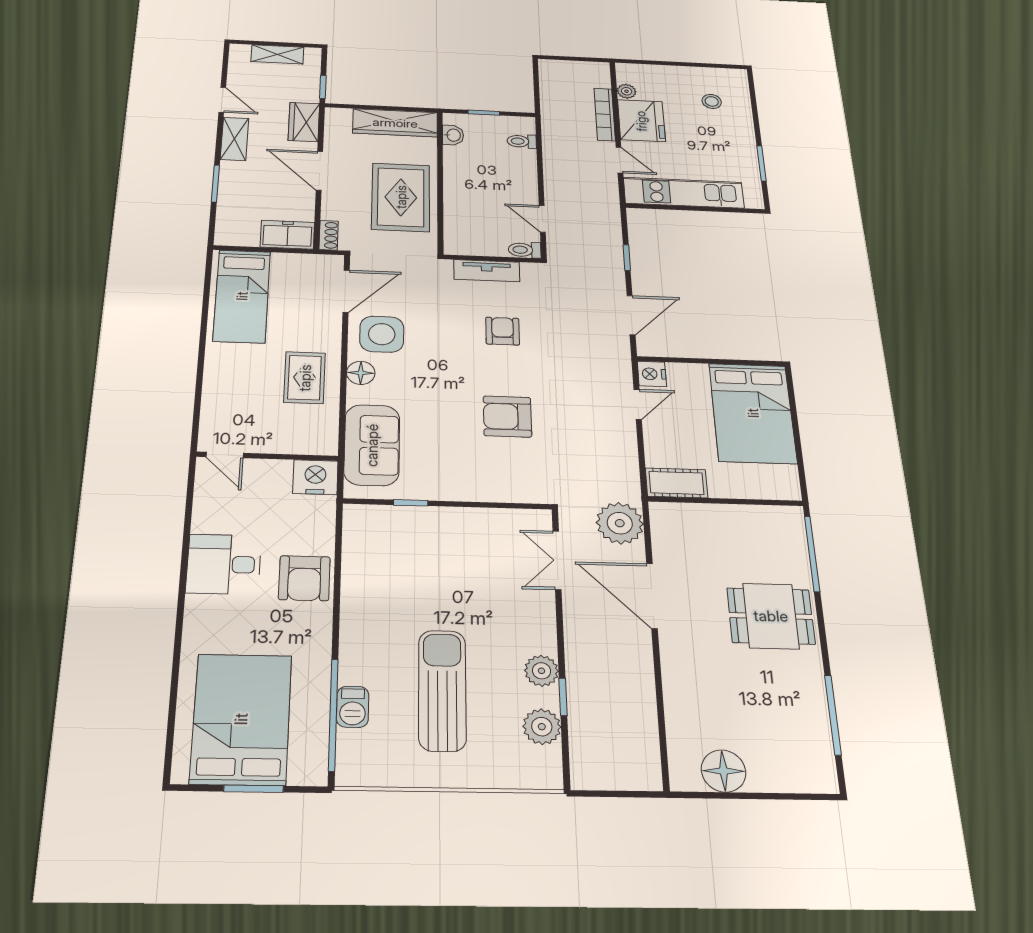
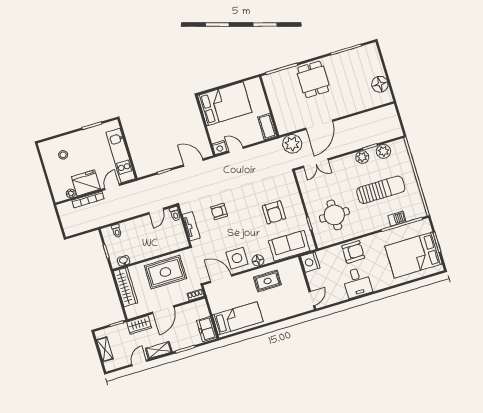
freezer: (287, 235) -> (206, 329), moved
armchair: (507, 417) -> (274, 212), moved
round table: (413, 563) -> (334, 215), added
sun lounger: (442, 690) -> (381, 190), turned 180

